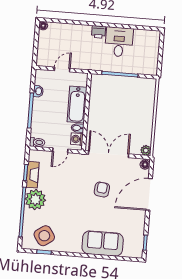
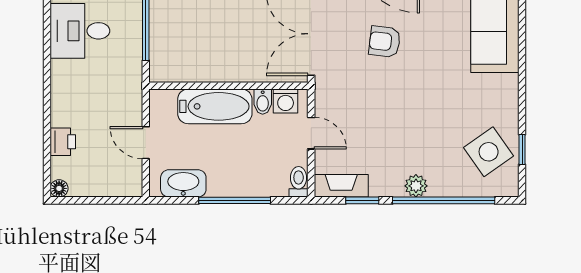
printer: (99, 32) -> (63, 142), moved
washbasin: (38, 91) -> (183, 183), width x1.91, depth x1.45
fireplace: (33, 175) -> (341, 186), moved
plant: (35, 200) -> (416, 186), width x0.53, depth x0.53

